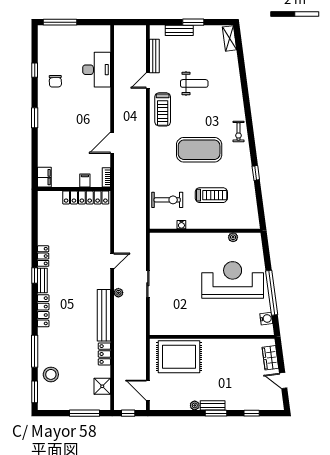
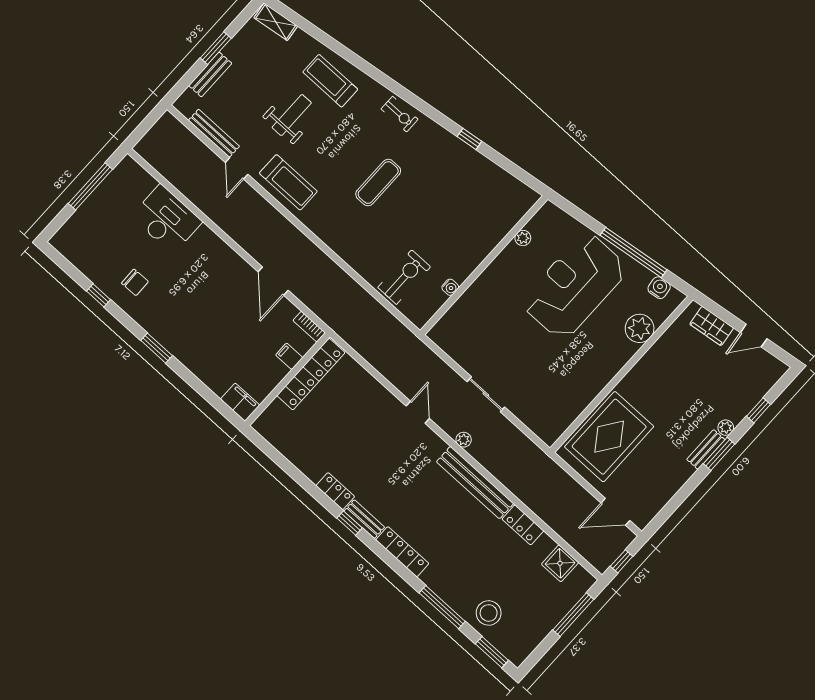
window: (60, 22) -> (90, 186), moved
exercise mat: (199, 150) -> (378, 183), width x0.50, depth x0.69
treadmill: (211, 195) -> (330, 81), moved, turned -90
plant: (240, 326) -> (640, 328), added
plant: (195, 405) -> (726, 428), moved

